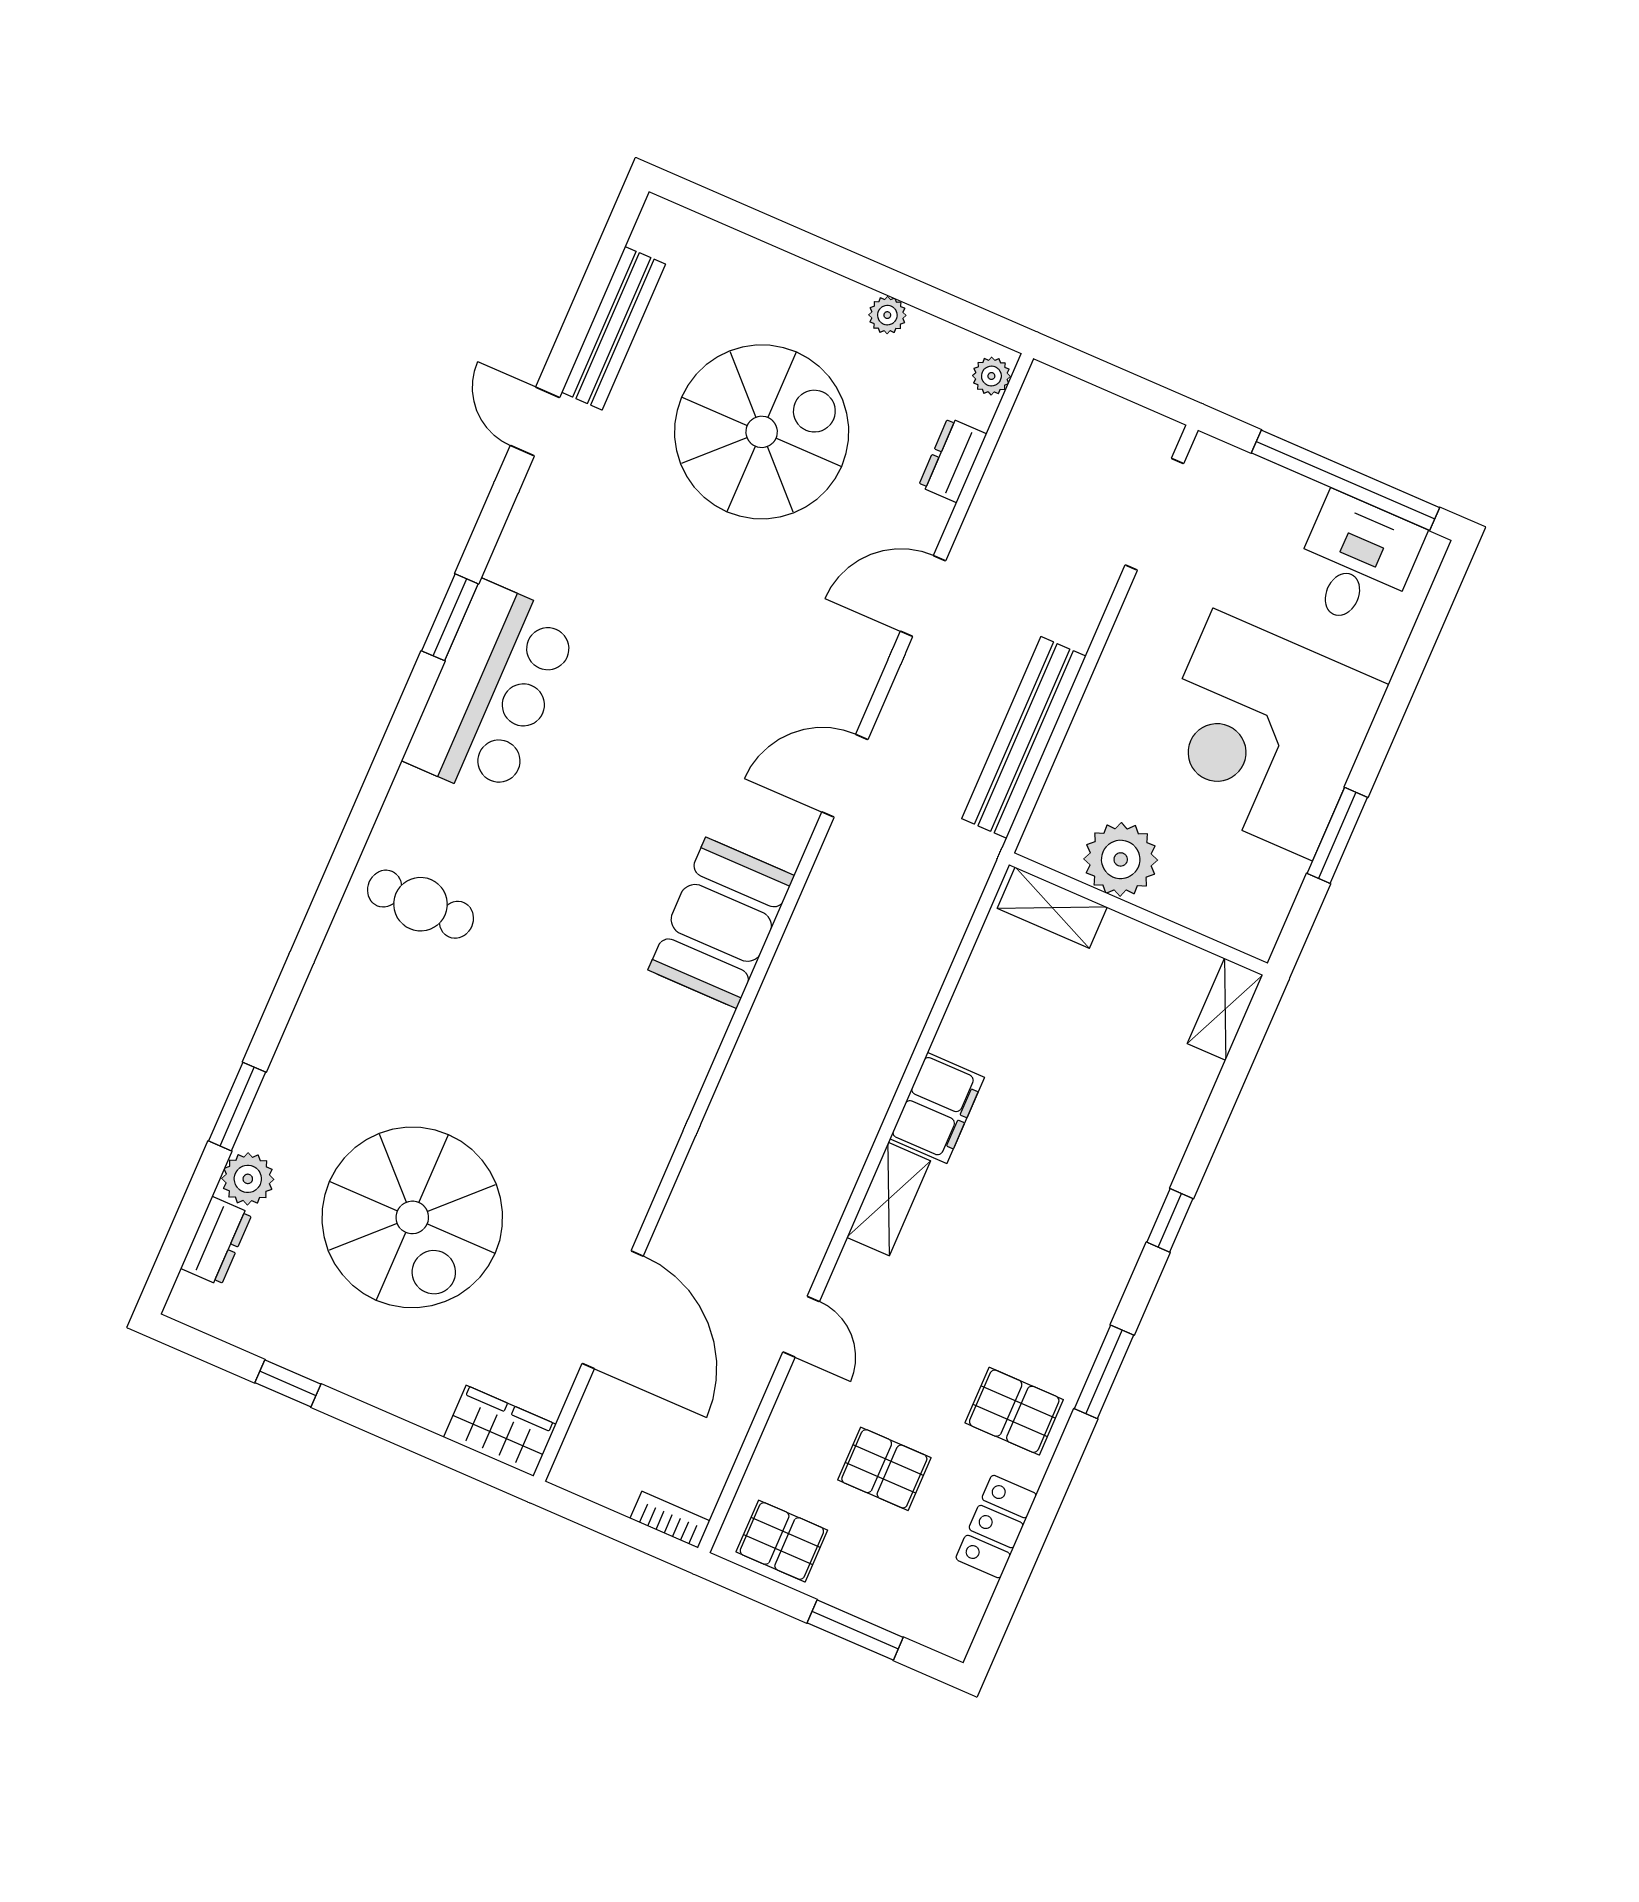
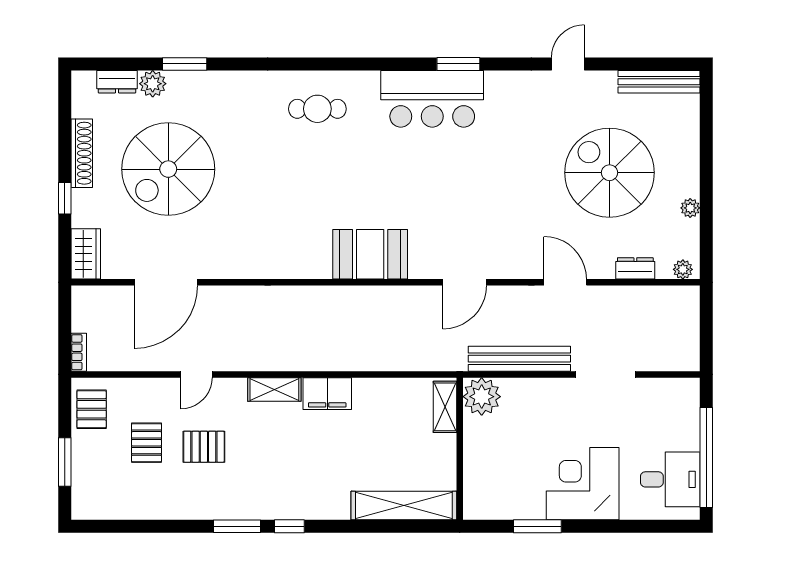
bench: (613, 328) -> (659, 82), moved
spiral stairs: (762, 432) -> (609, 173), turned 180
doorway: (1154, 514) -> (606, 374), moved
corner desk: (1263, 735) -> (583, 484), width x0.74, depth x0.74
door: (845, 776) -> (465, 282), swing flipped
plant: (1121, 859) -> (482, 397), moved
cafe table: (420, 904) -> (317, 109), turned 90
shelving: (1225, 1009) -> (404, 505), width x2.20, depth x1.33
window: (1170, 1220) -> (289, 526), moved
shoe rack: (317, 1360) -> (82, 153), added
window: (288, 1383) -> (65, 198), moved
pallet: (1014, 1411) -> (204, 447), moved, turned 90
locker: (996, 1527) -> (142, 507), removed

